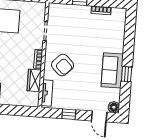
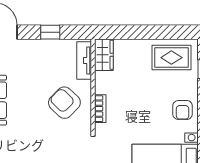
wardrobe: (34, 80) -> (104, 55), moved

